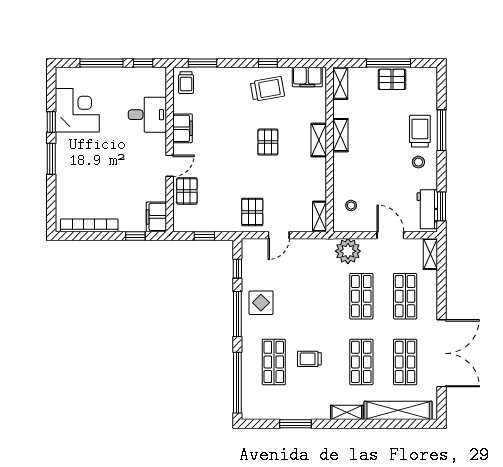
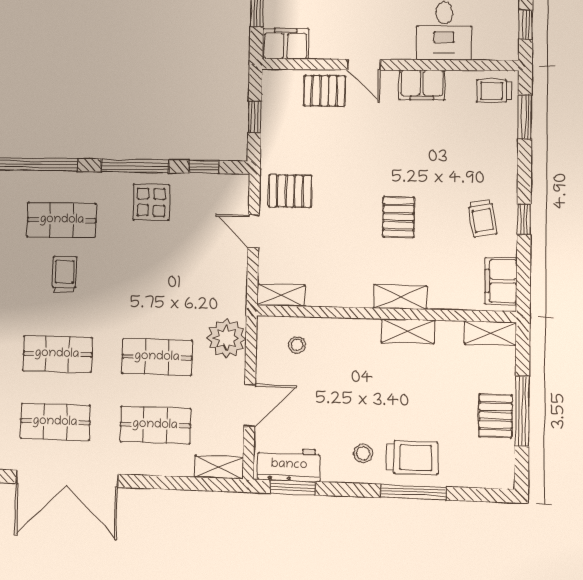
trolley: (267, 89) -> (482, 218), width x0.73, depth x0.72
pallet: (268, 142) -> (399, 217), turned 90

